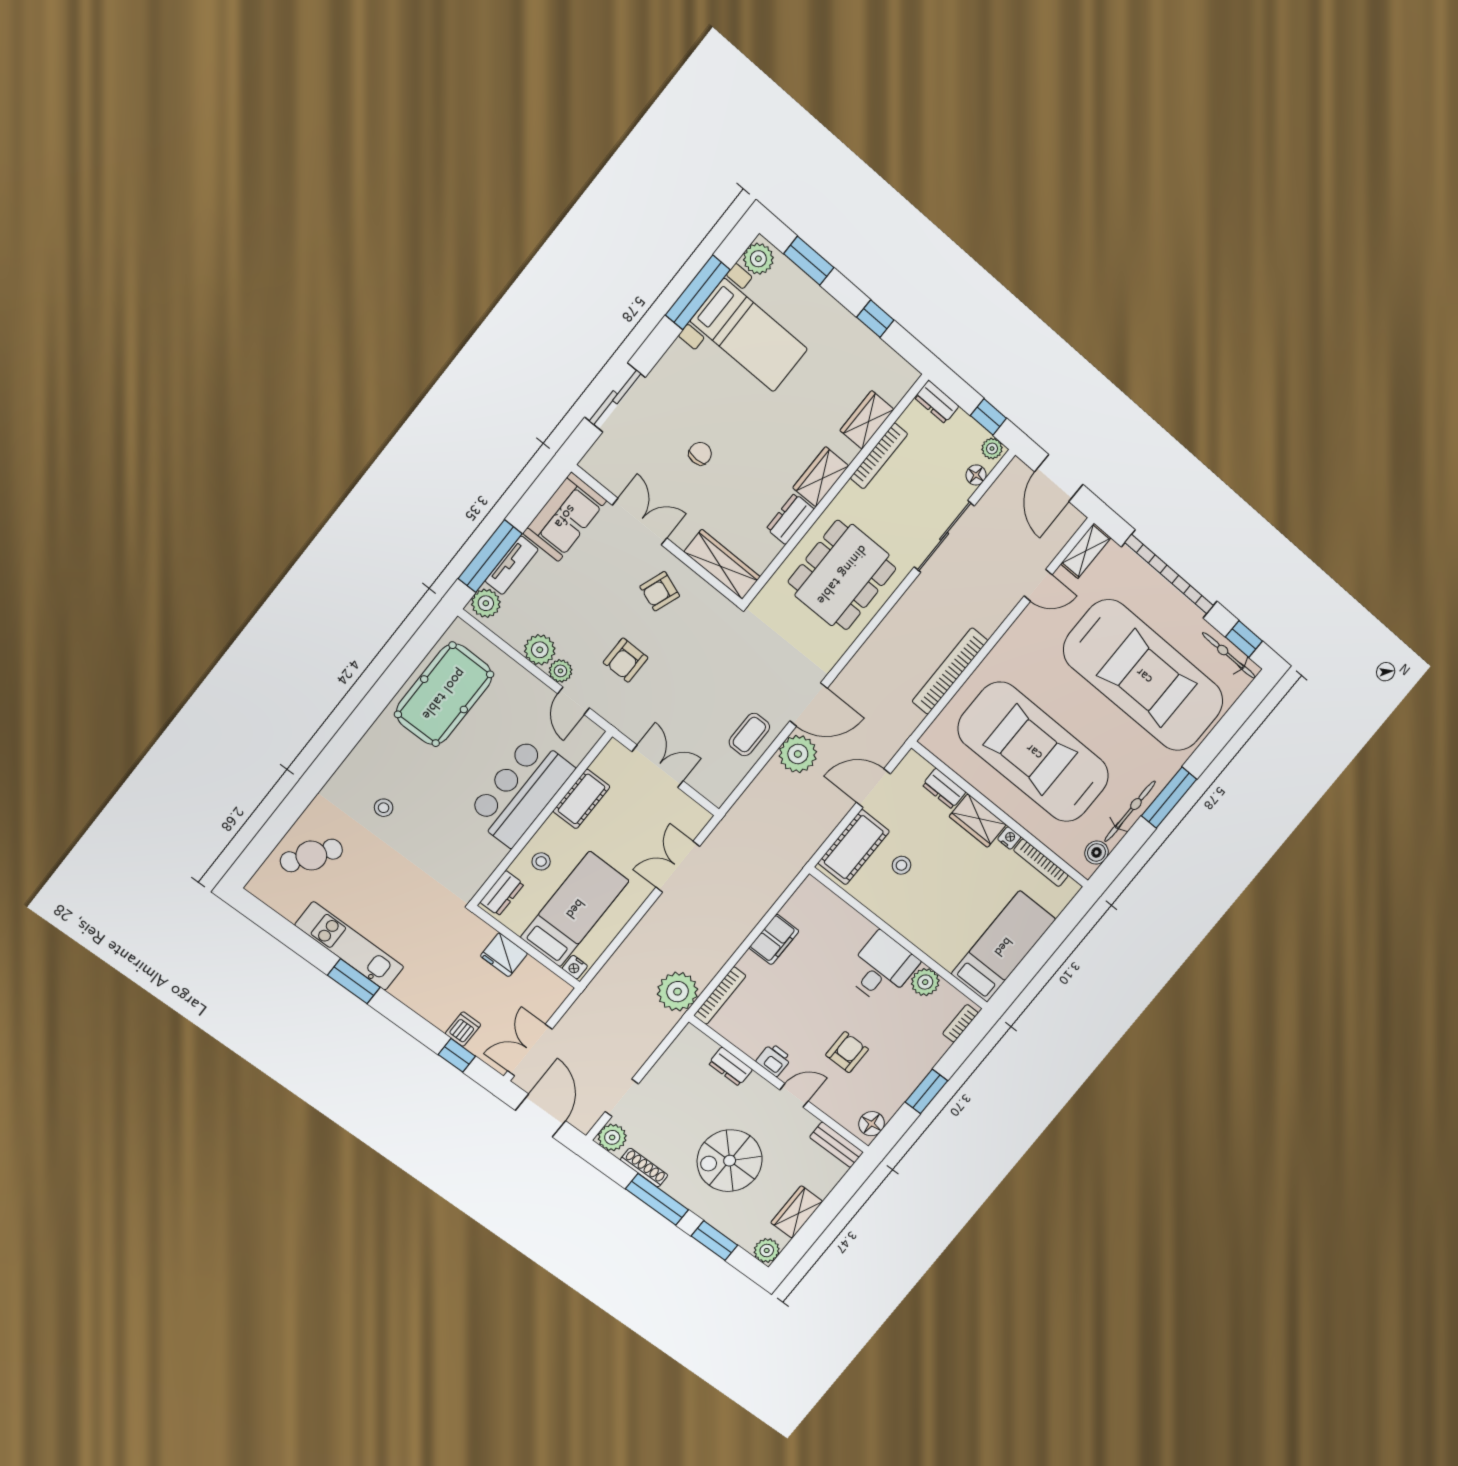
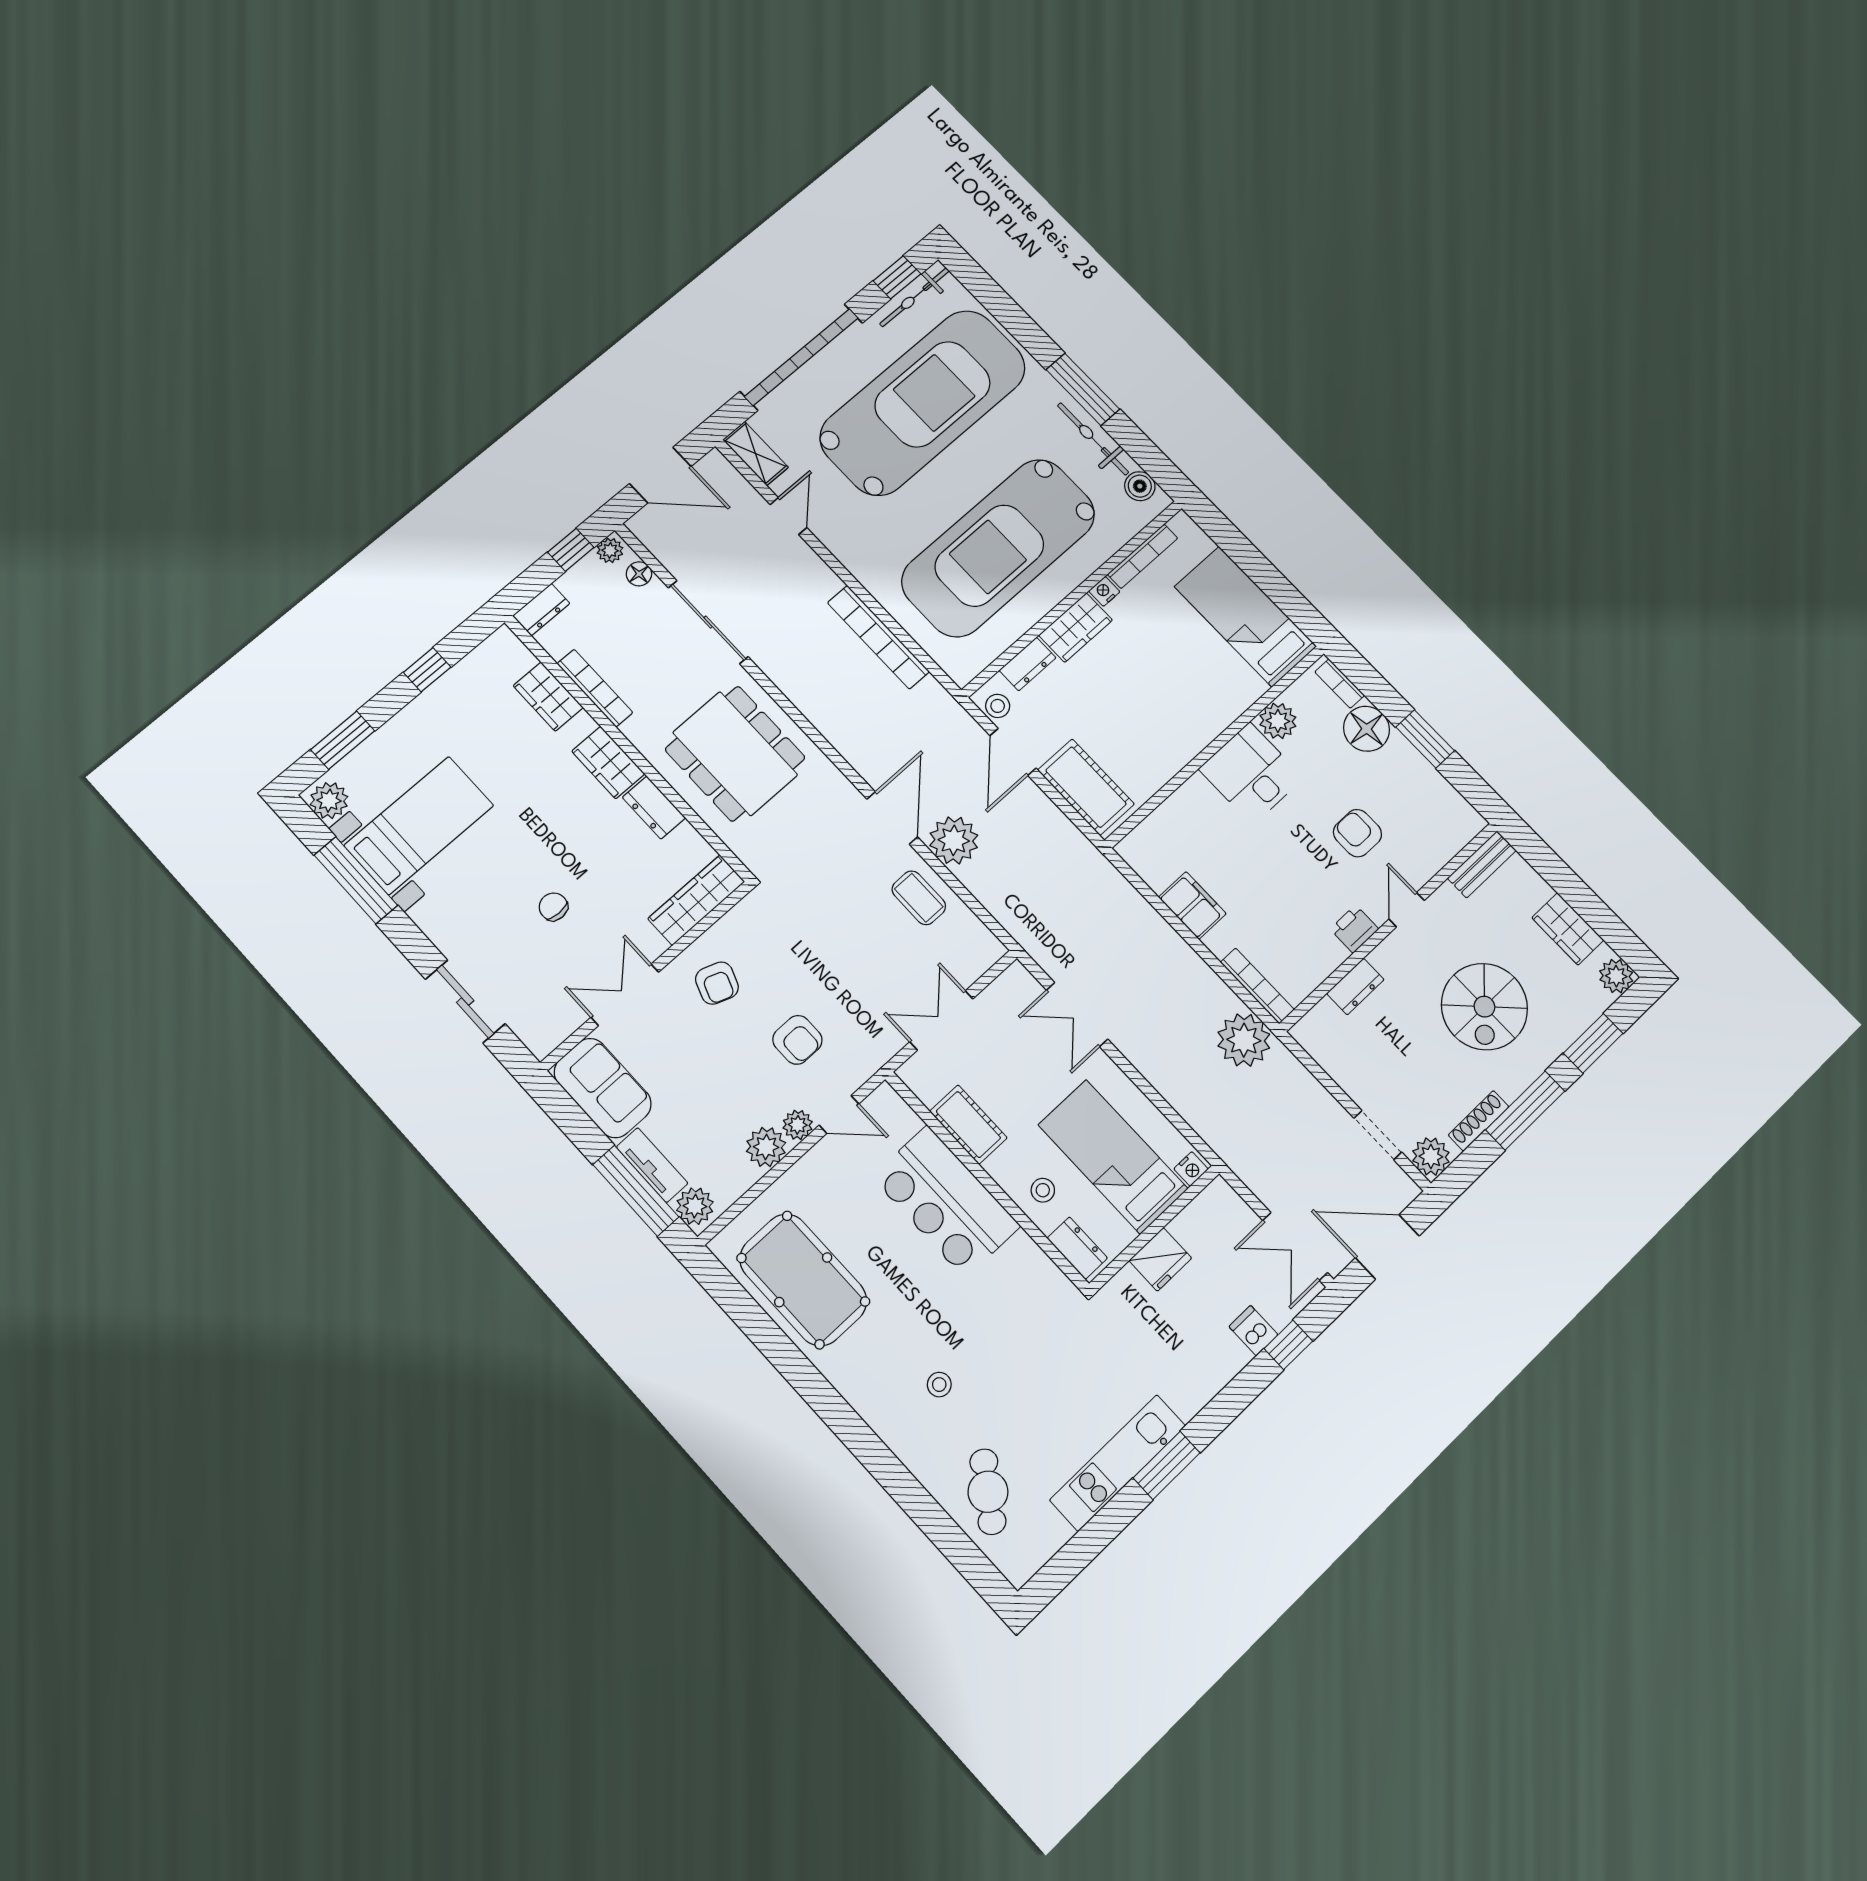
stool: (901, 865) -> (998, 706), moved
floor lamp: (872, 1124) -> (1367, 729), moved, width x1.38, depth x1.38

